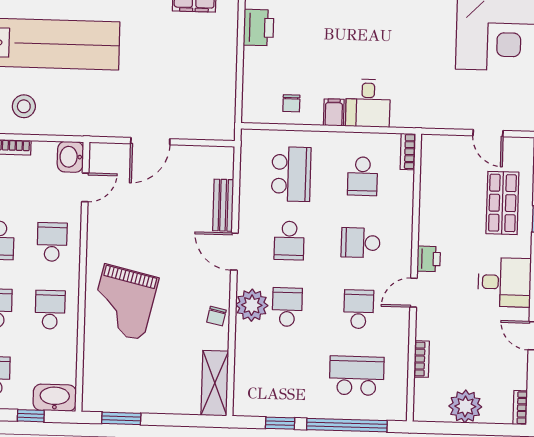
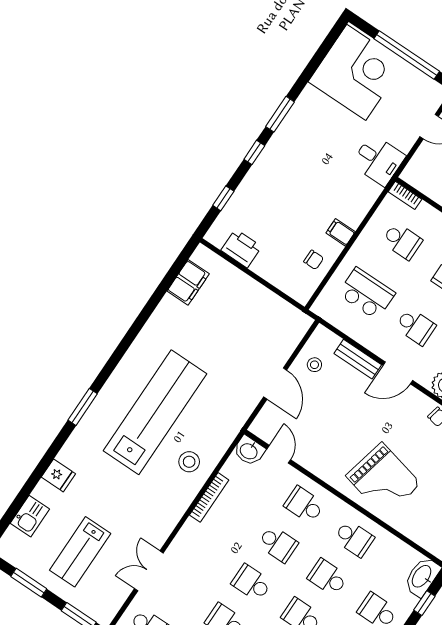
desk: (368, 103) -> (378, 160), moved
stool: (192, 167) -> (314, 365), added
school desk: (50, 310) -> (354, 538), turned 180

